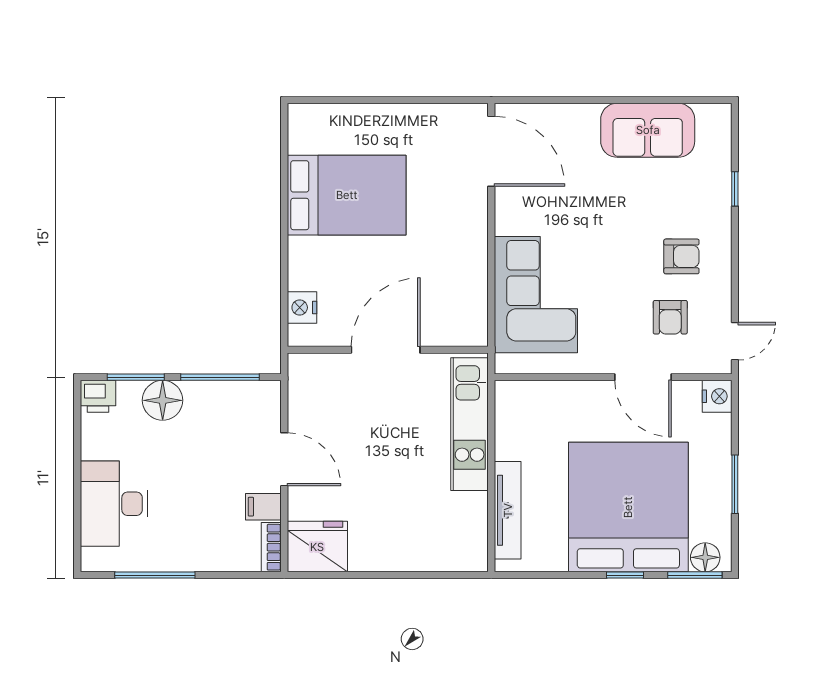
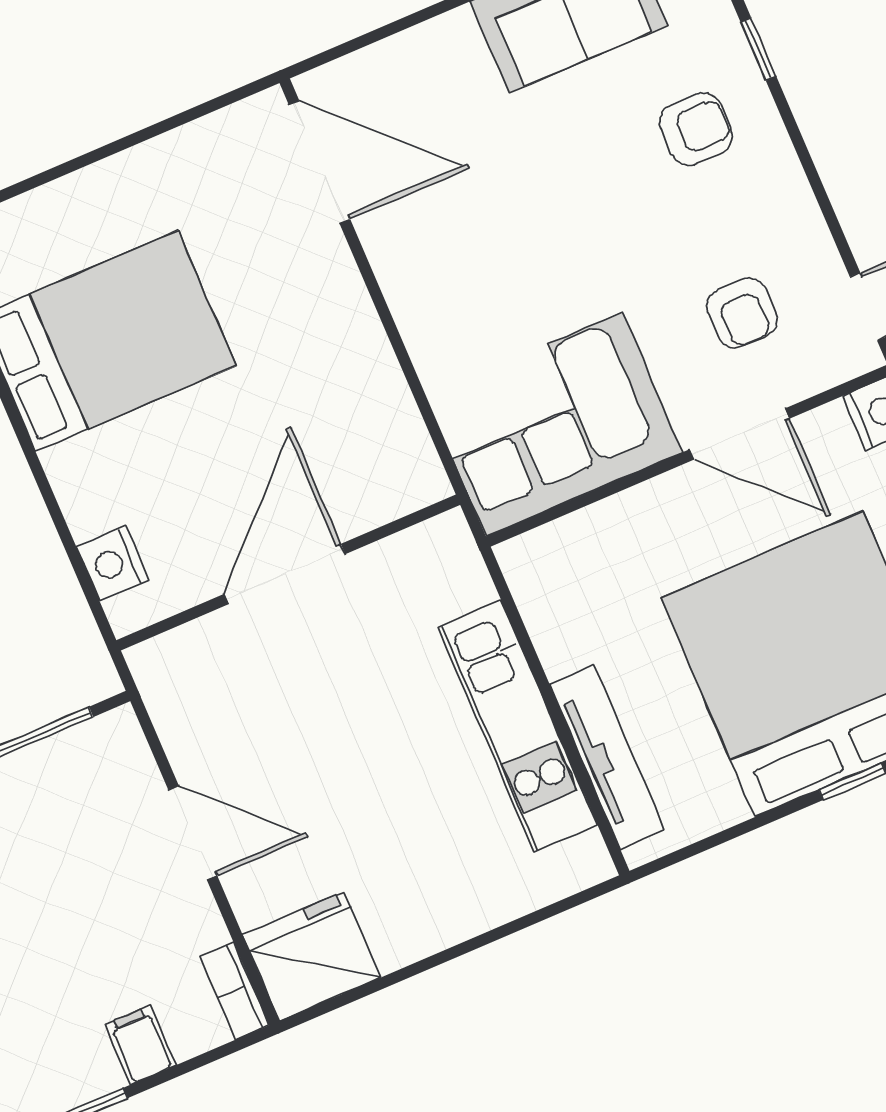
armchair: (681, 256) -> (696, 129), moved
corner sofa: (536, 295) -> (554, 424), moved, turned -90
kitchen unit: (470, 424) -> (517, 726), moved
filing cabinet: (263, 507) -> (141, 1045), moved, turned 90

